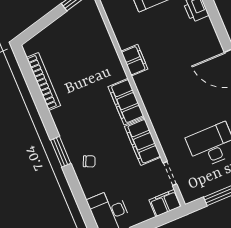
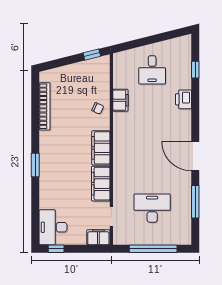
filing cabinet: (134, 60) -> (120, 100), moved
chair: (89, 161) -> (98, 108), moved

